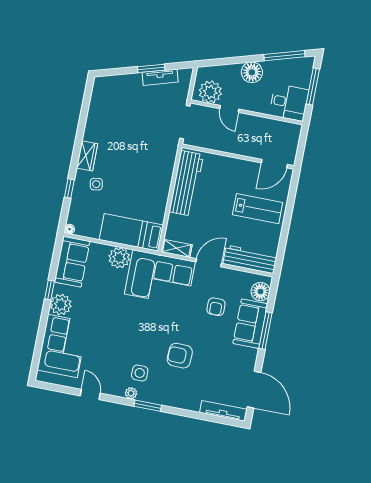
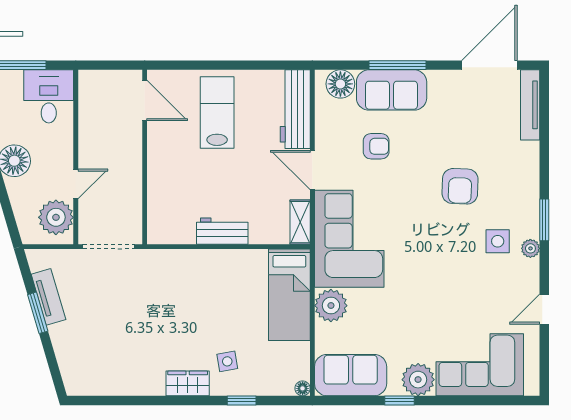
workbench: (186, 183) -> (222, 231), width x0.53, depth x0.76

